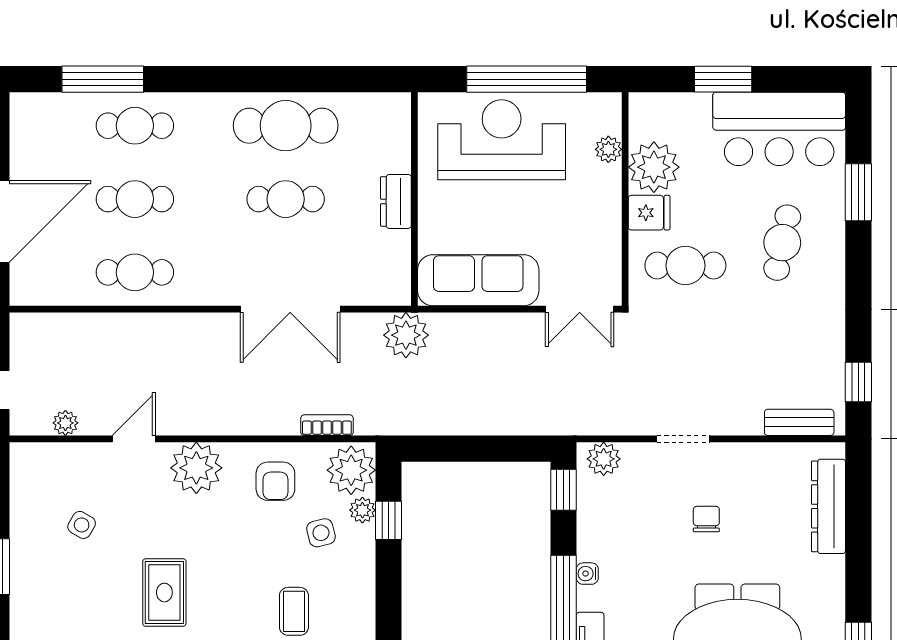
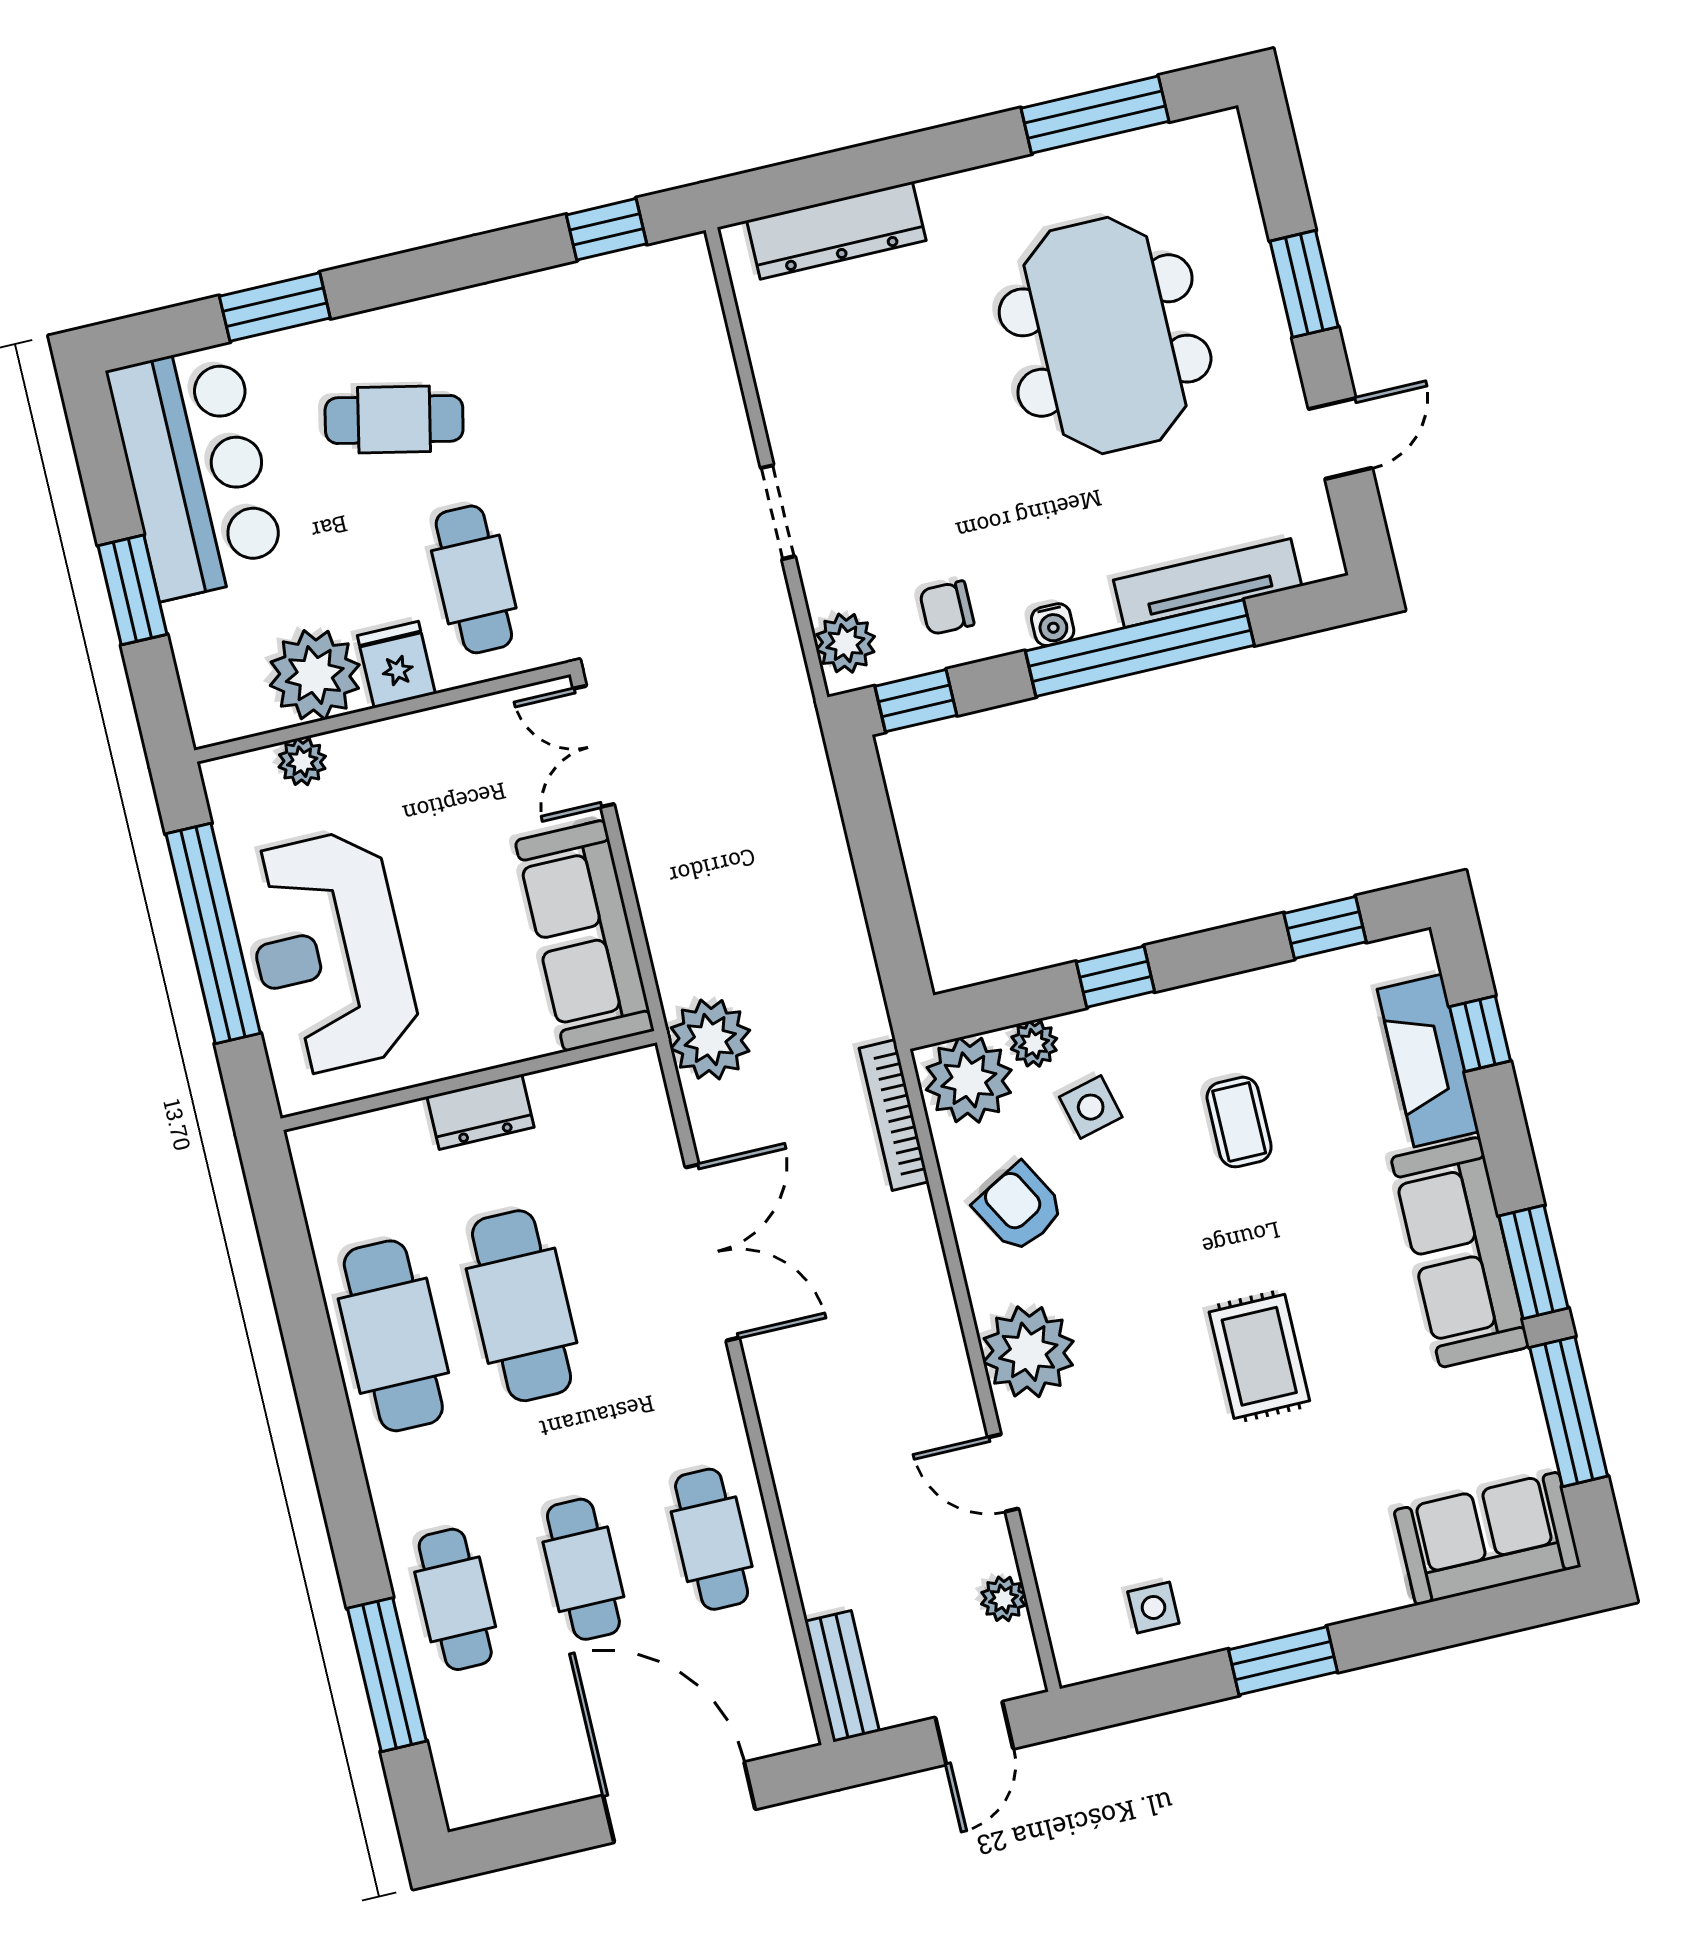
cafe table: (286, 199) -> (522, 1306), width x1.37, depth x1.35
double door: (580, 309) -> (594, 746), swing flipped
bench: (799, 422) -> (842, 1676), moved
bookcase: (327, 425) -> (894, 1115), width x1.56
armchair: (275, 481) -> (1019, 1208), turned -119
chair: (706, 519) -> (947, 608), moved
window: (388, 520) -> (1115, 977), moved
side table: (82, 525) -> (1153, 1607), moved, turned -30
rug: (164, 593) -> (1259, 1356), turned 90
coffee table: (294, 611) -> (1239, 1122), turned 90

